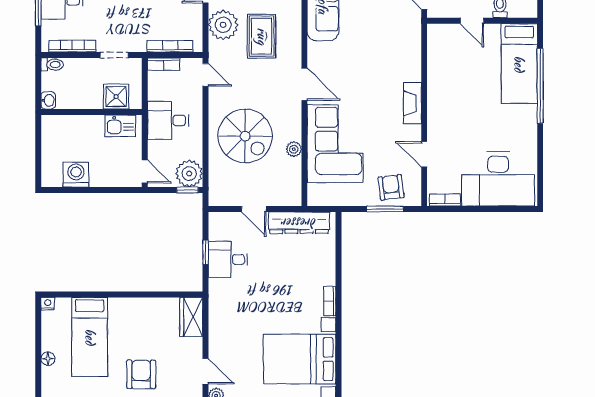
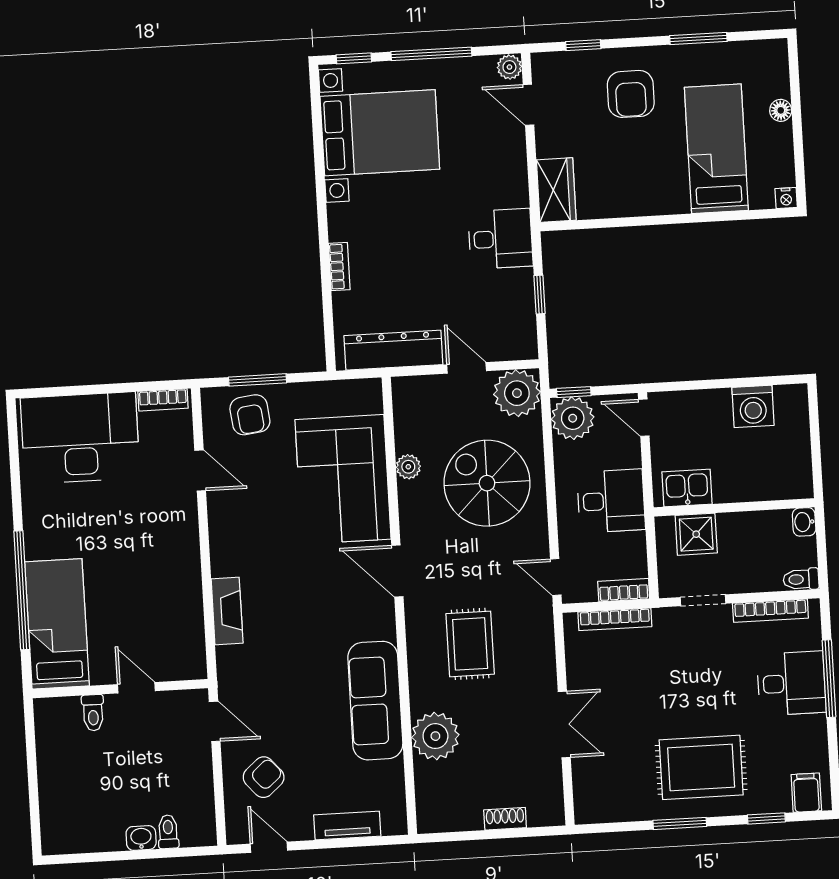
plant: (223, 25) -> (517, 393), moved
fireplace: (412, 103) -> (227, 611), moved
desk: (228, 259) -> (500, 239), moved
bookcase: (330, 301) -> (339, 267), moved

